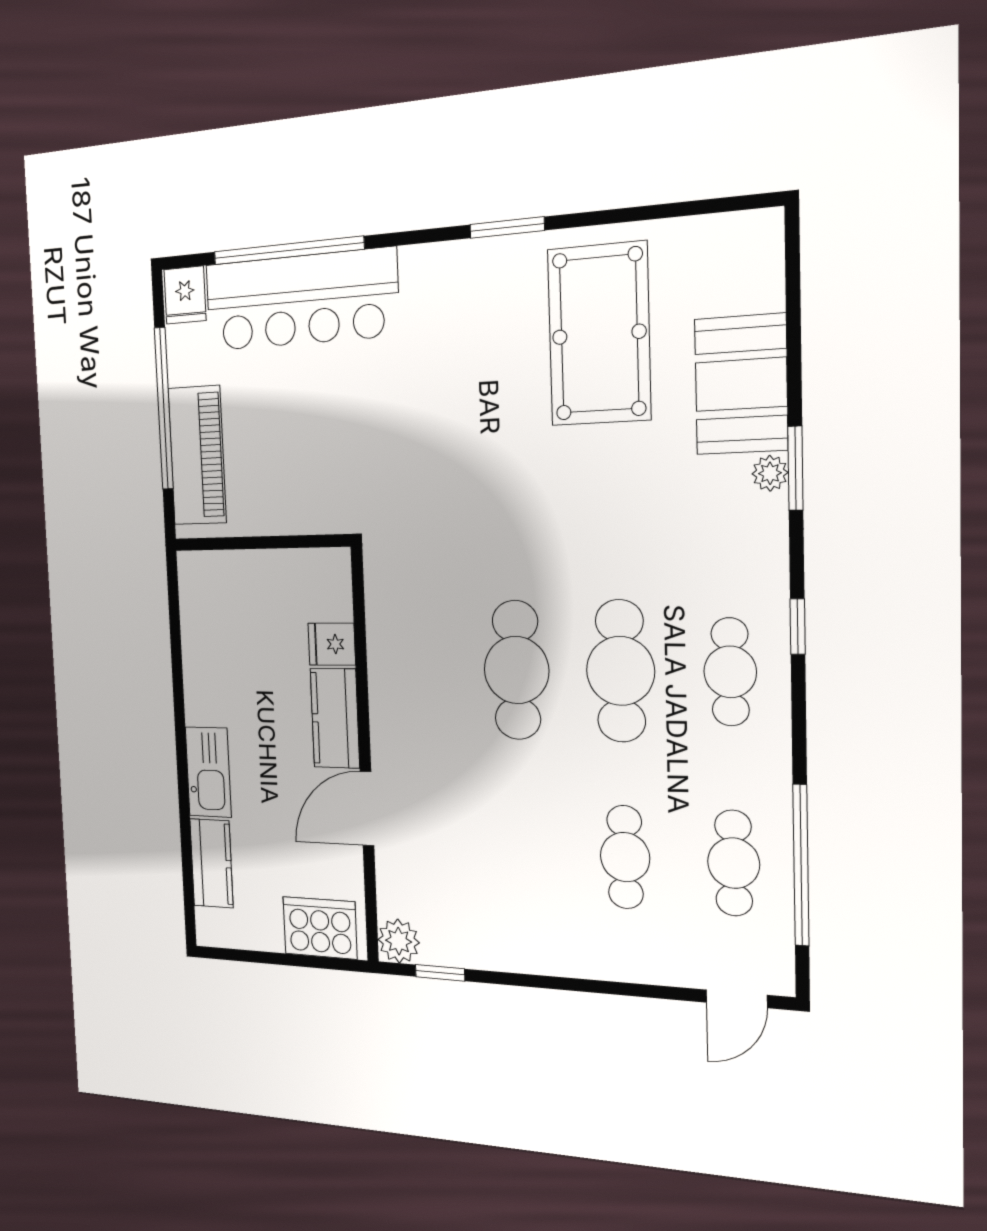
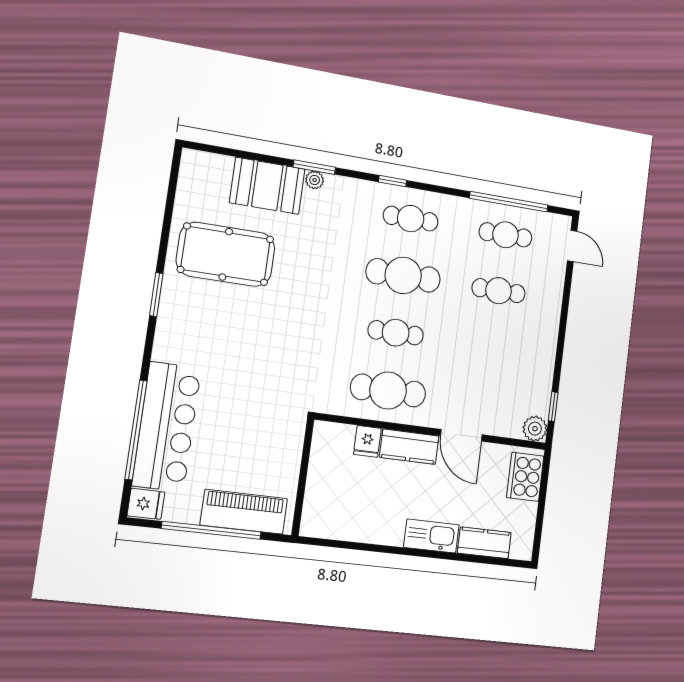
cafe table: (418, 669) -> (388, 390), added
cafe table: (516, 670) -> (396, 333), width x0.73, depth x0.74

